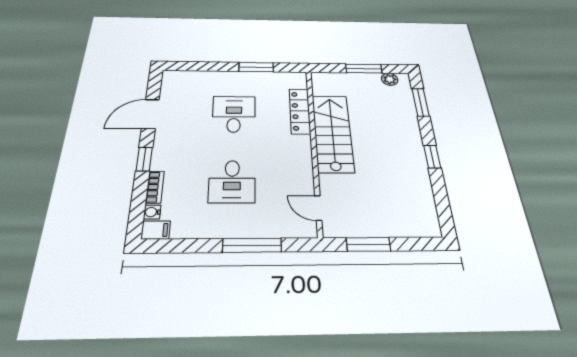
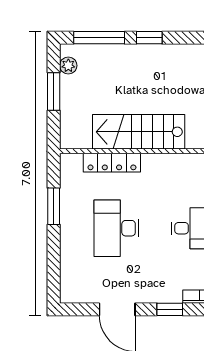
window: (420, 102) -> (99, 38), width x1.44
desk: (234, 114) -> (116, 228), width x1.37
window: (432, 157) -> (149, 38), moved

